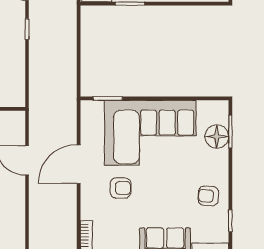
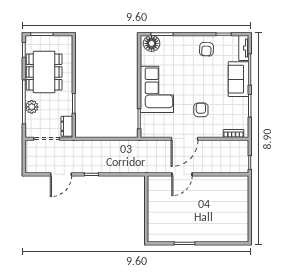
corner sofa: (150, 133) -> (157, 89), width x0.73, depth x0.74
floor lamp: (217, 137) -> (152, 43), moved
door: (79, 164) -> (184, 139), hinge flipped

